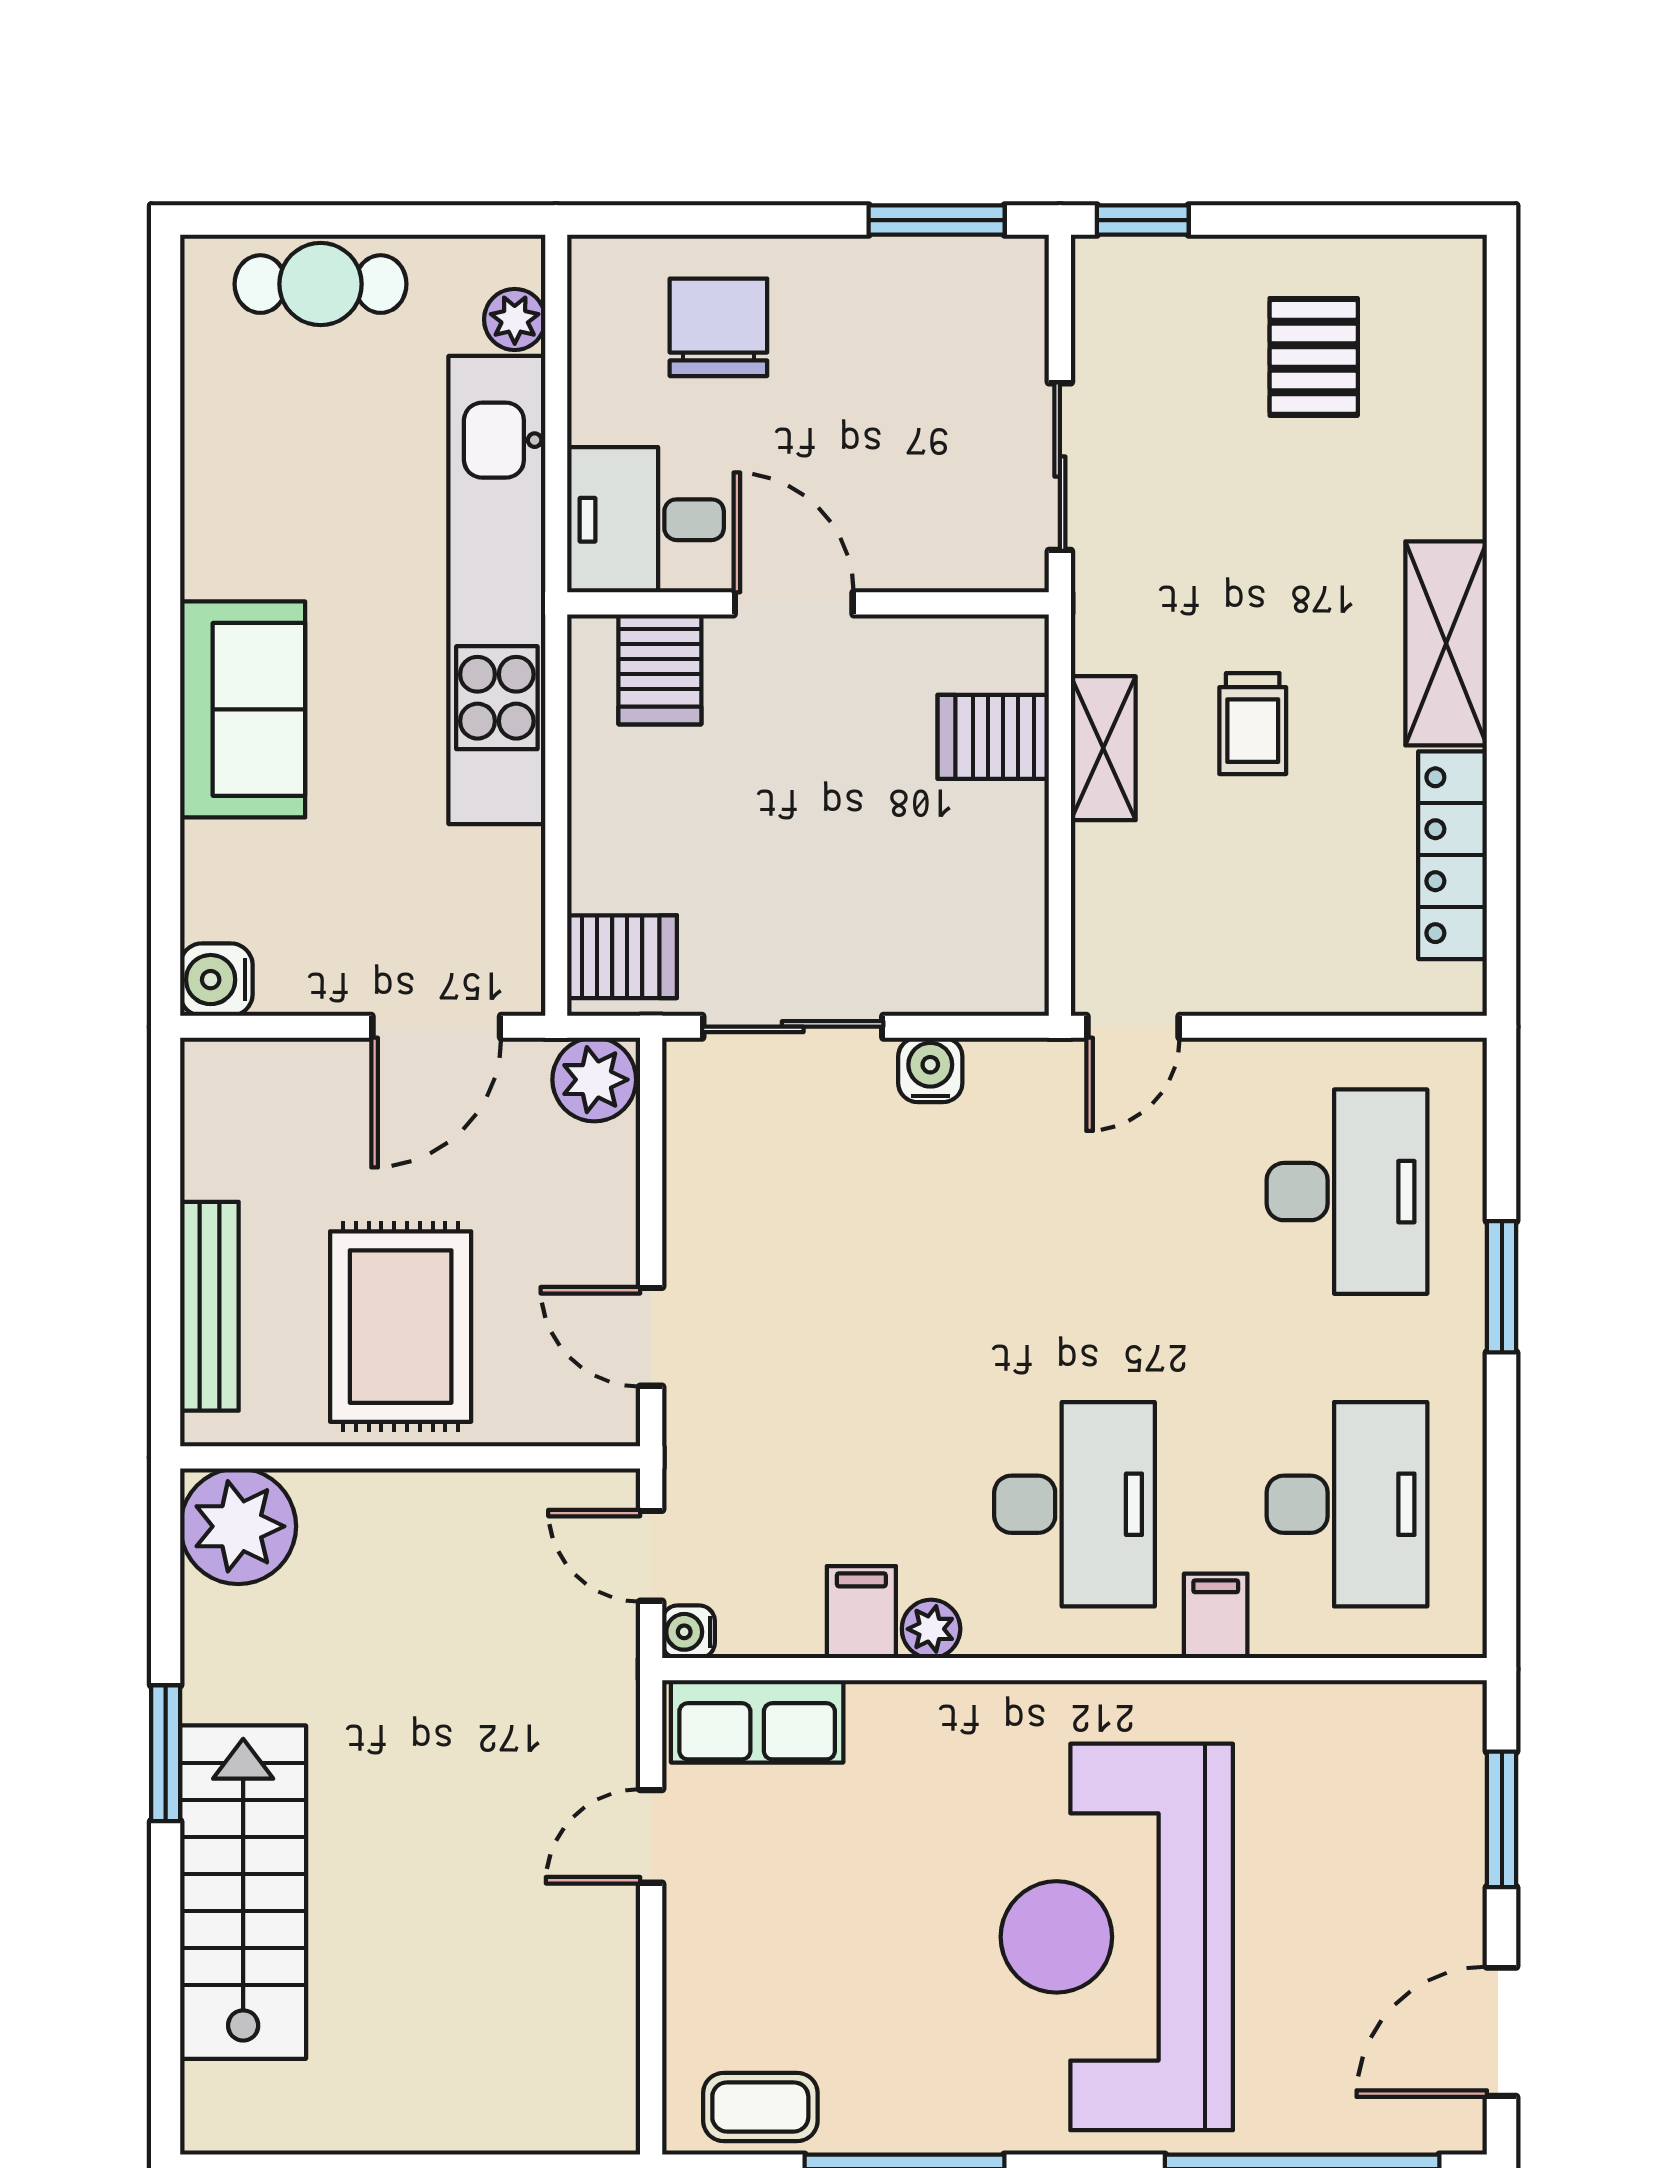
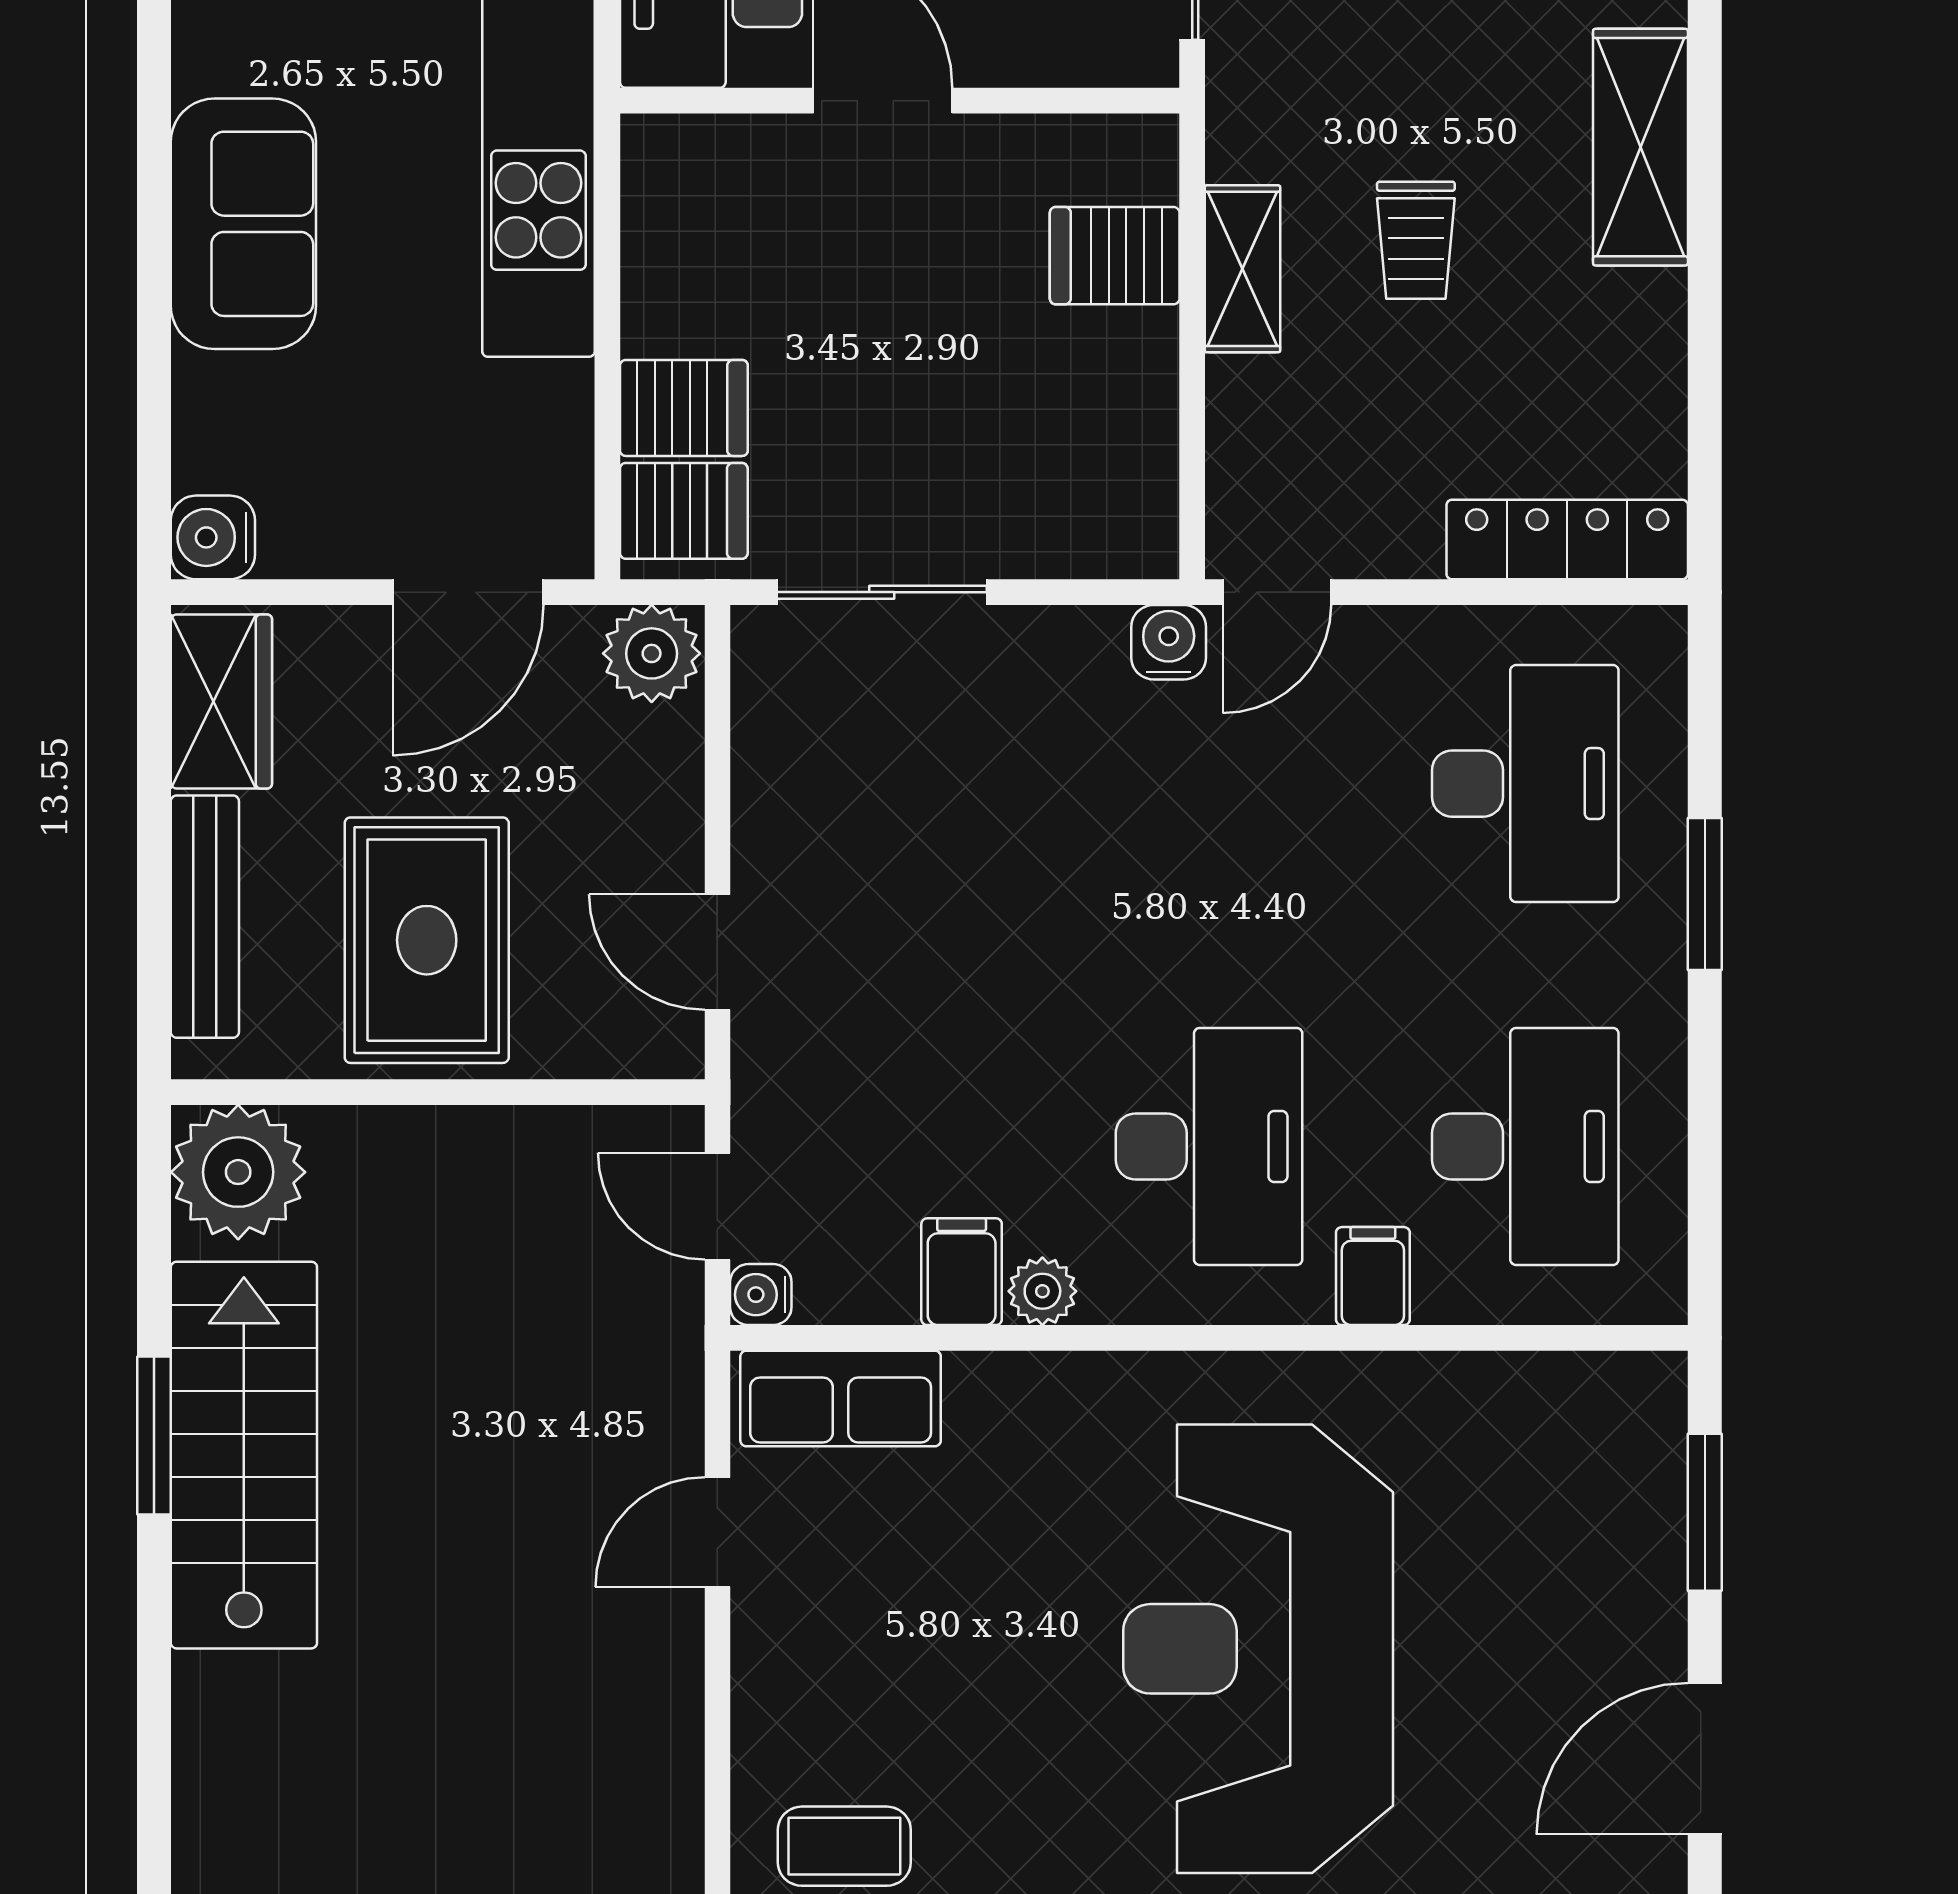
server rack: (660, 669) -> (684, 408), moved, turned -90
locker: (1453, 855) -> (1567, 540), moved, turned 90
water cooler: (930, 1070) -> (1169, 642), moved
wardrobe: (224, 1121) -> (221, 701), added
stairs: (243, 1892) -> (244, 1455), moved

